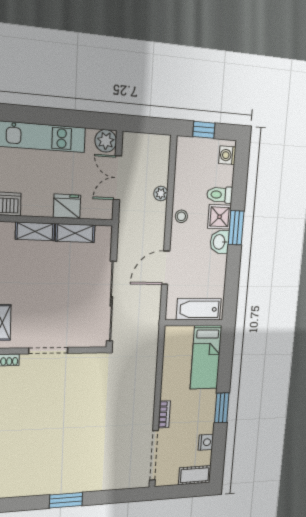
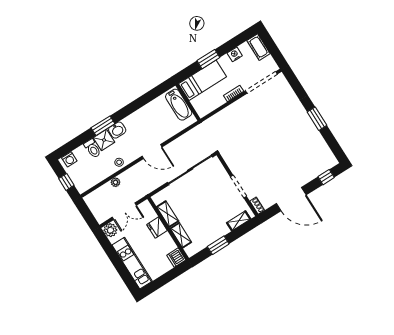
bathtub: (199, 309) -> (179, 105), moved
wall: (194, 323) -> (188, 102), moved
bed: (206, 357) -> (202, 80), moved

